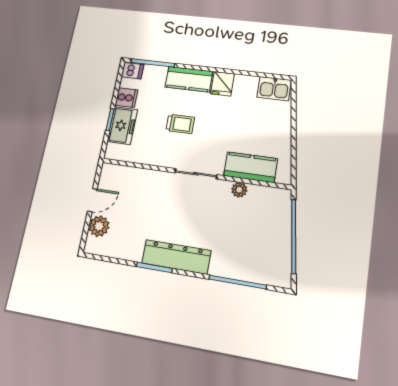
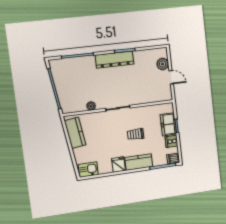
kitchen counter: (251, 167) -> (75, 133), moved, turned -98
door: (92, 200) -> (171, 77), swing flipped

